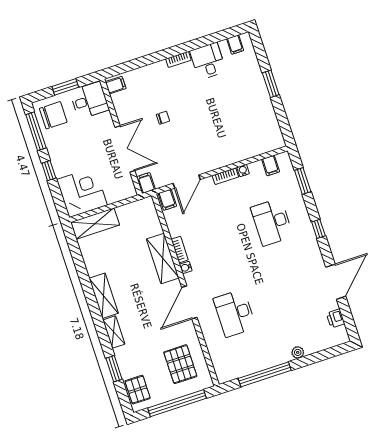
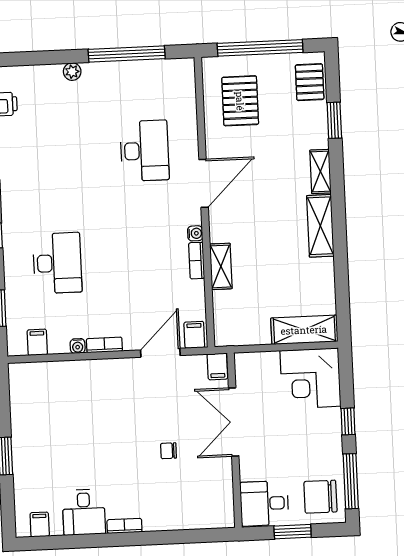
filing cabinet: (116, 85) -> (222, 515), removed
shelving: (163, 258) -> (221, 266), width x0.67, depth x0.75

